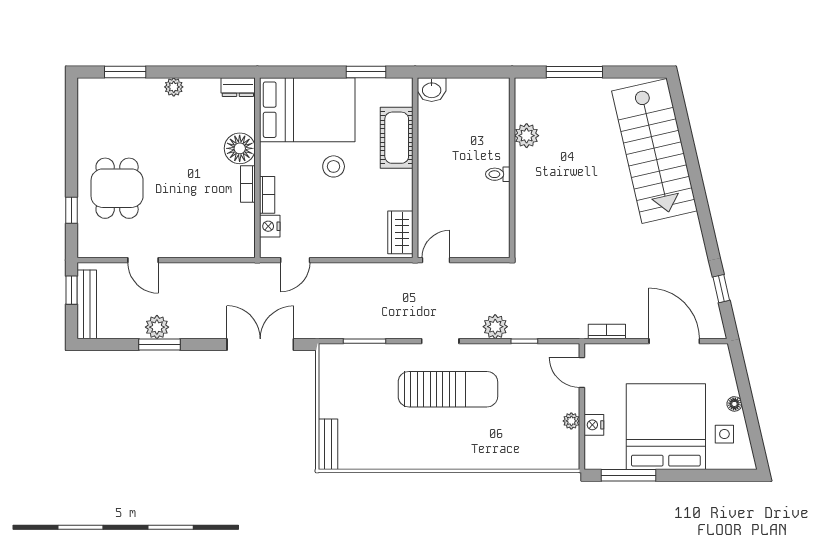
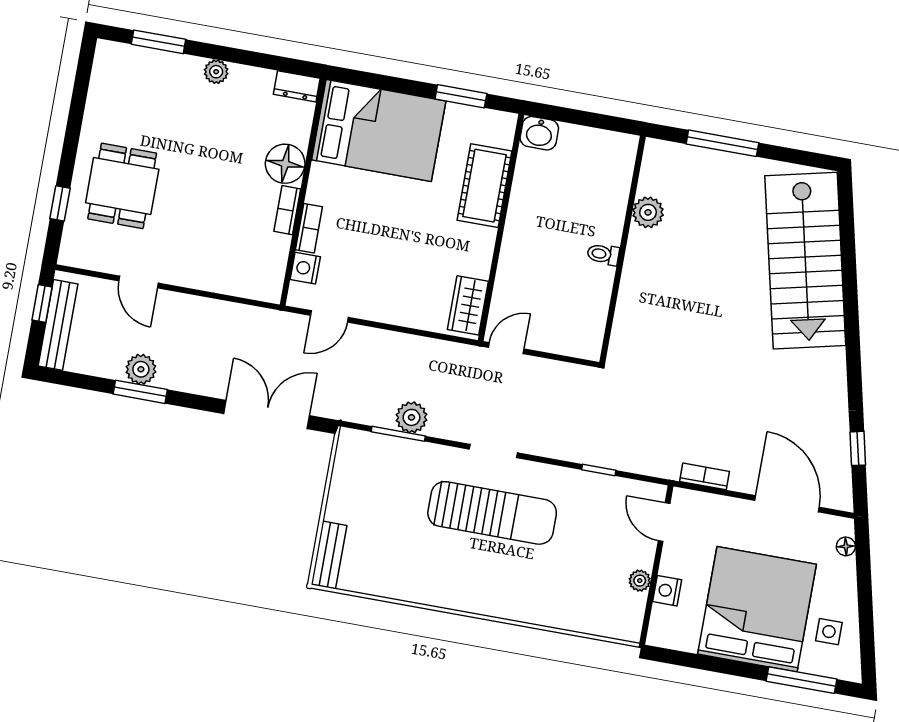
stool: (334, 166) -> (399, 208), removed
plant: (495, 327) -> (411, 417), moved
floor lamp: (734, 404) -> (846, 546), moved
window: (629, 475) -> (802, 680), moved

